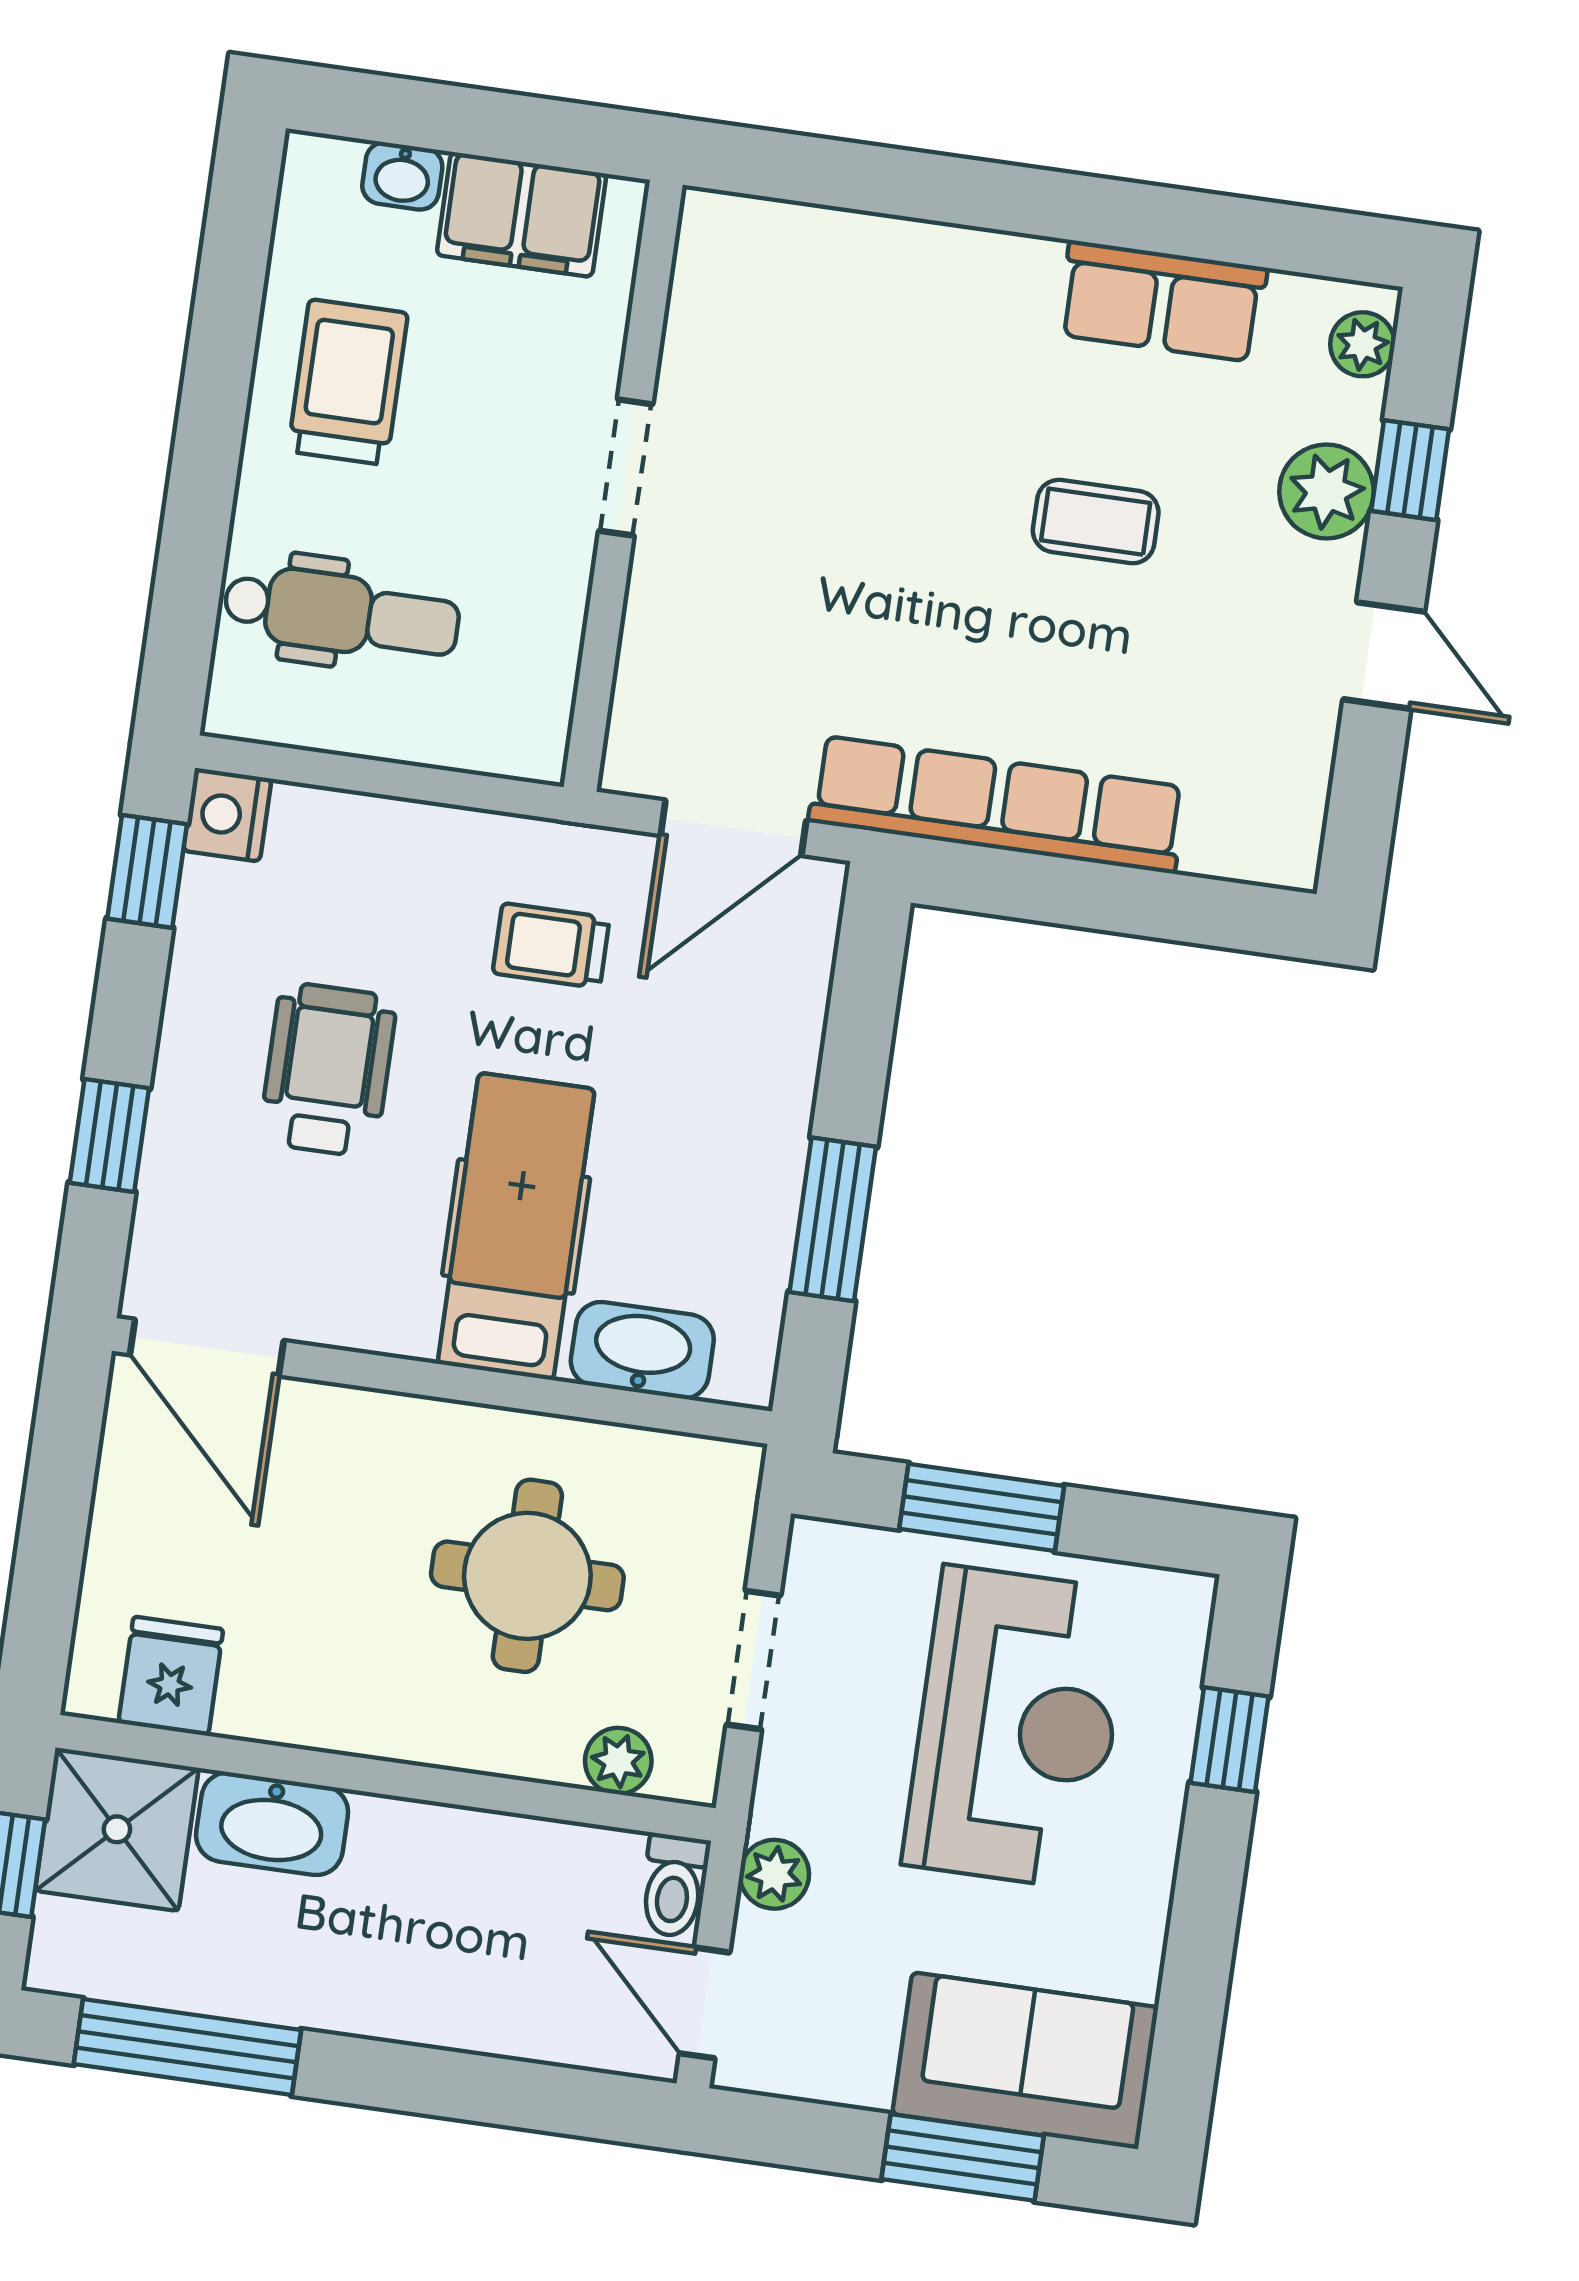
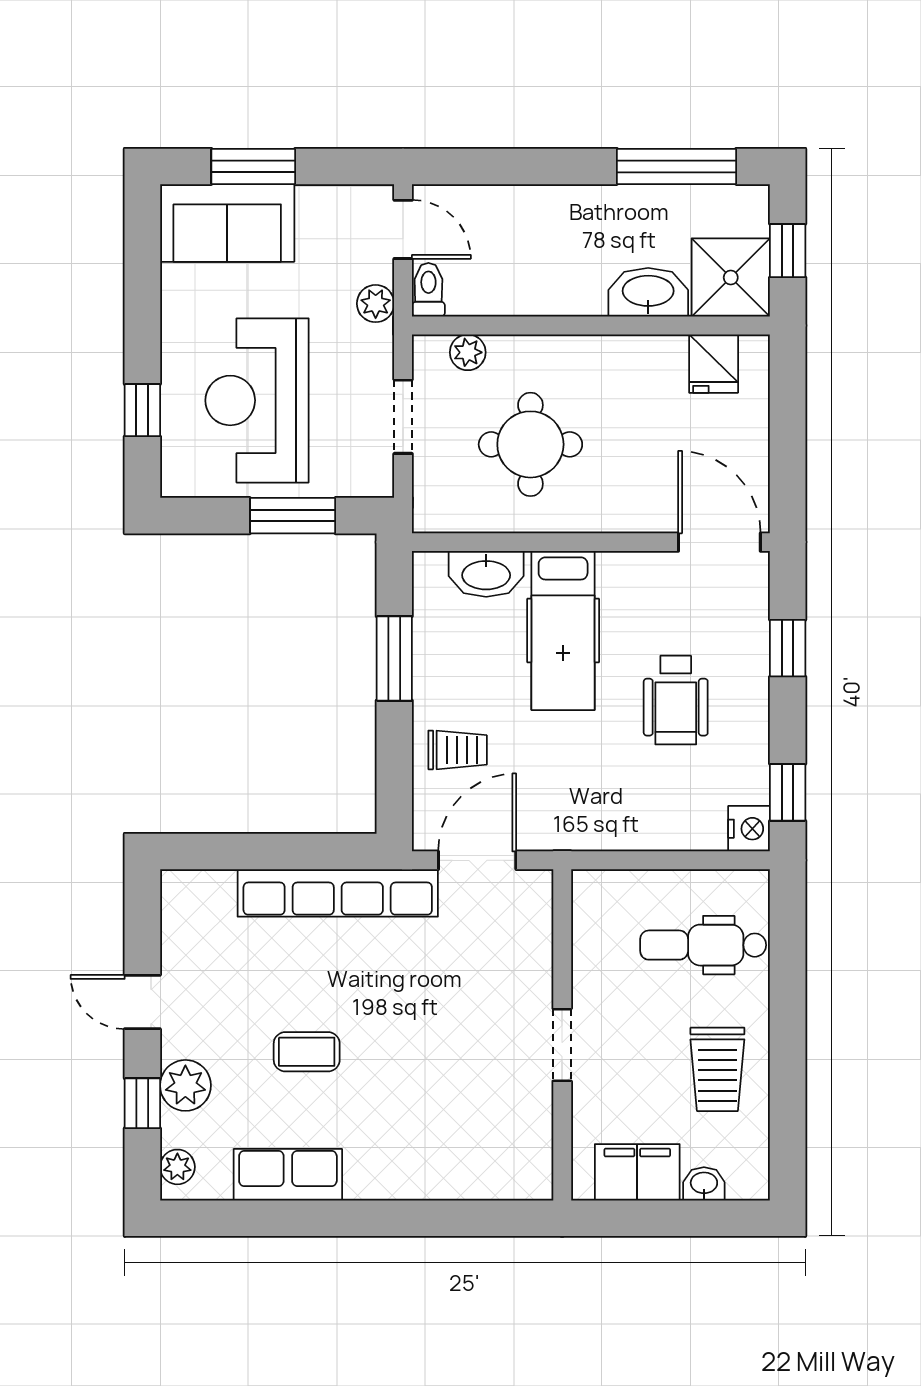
trolley: (551, 946) -> (458, 750), moved

